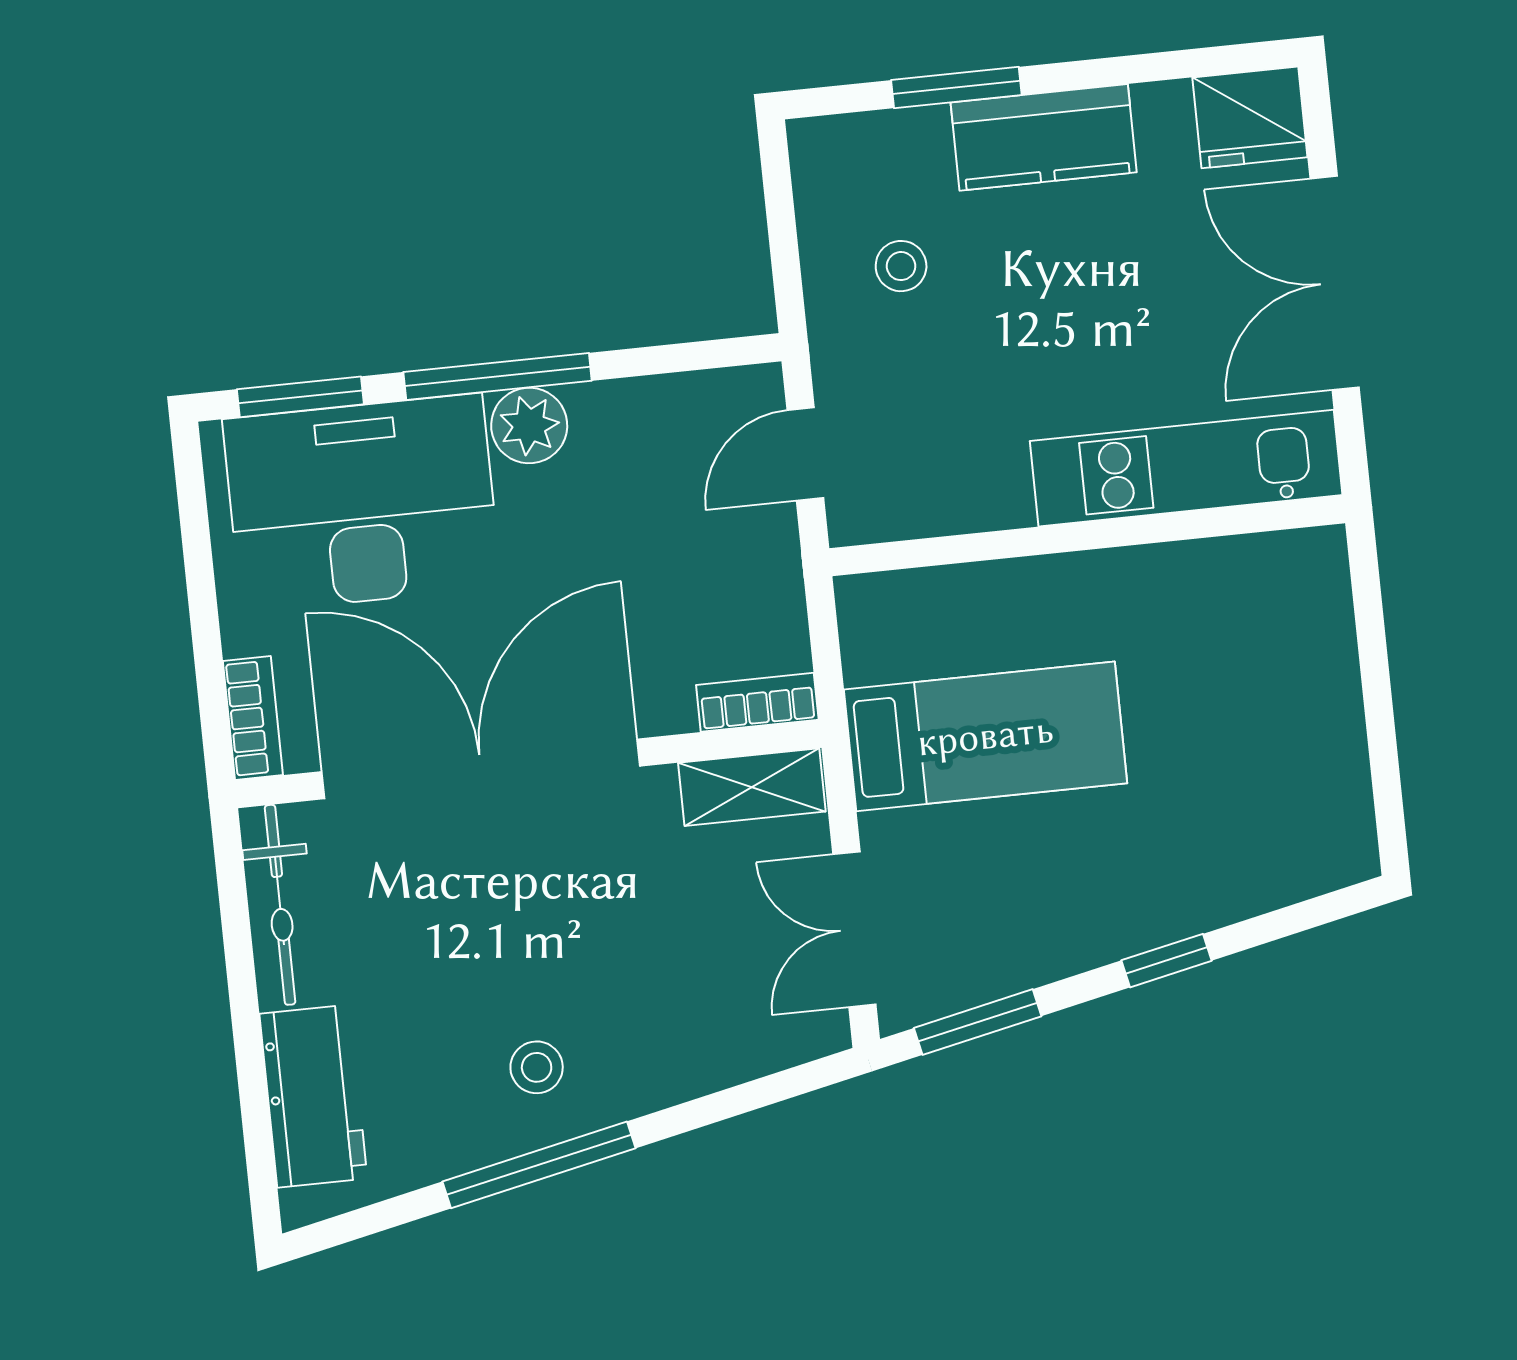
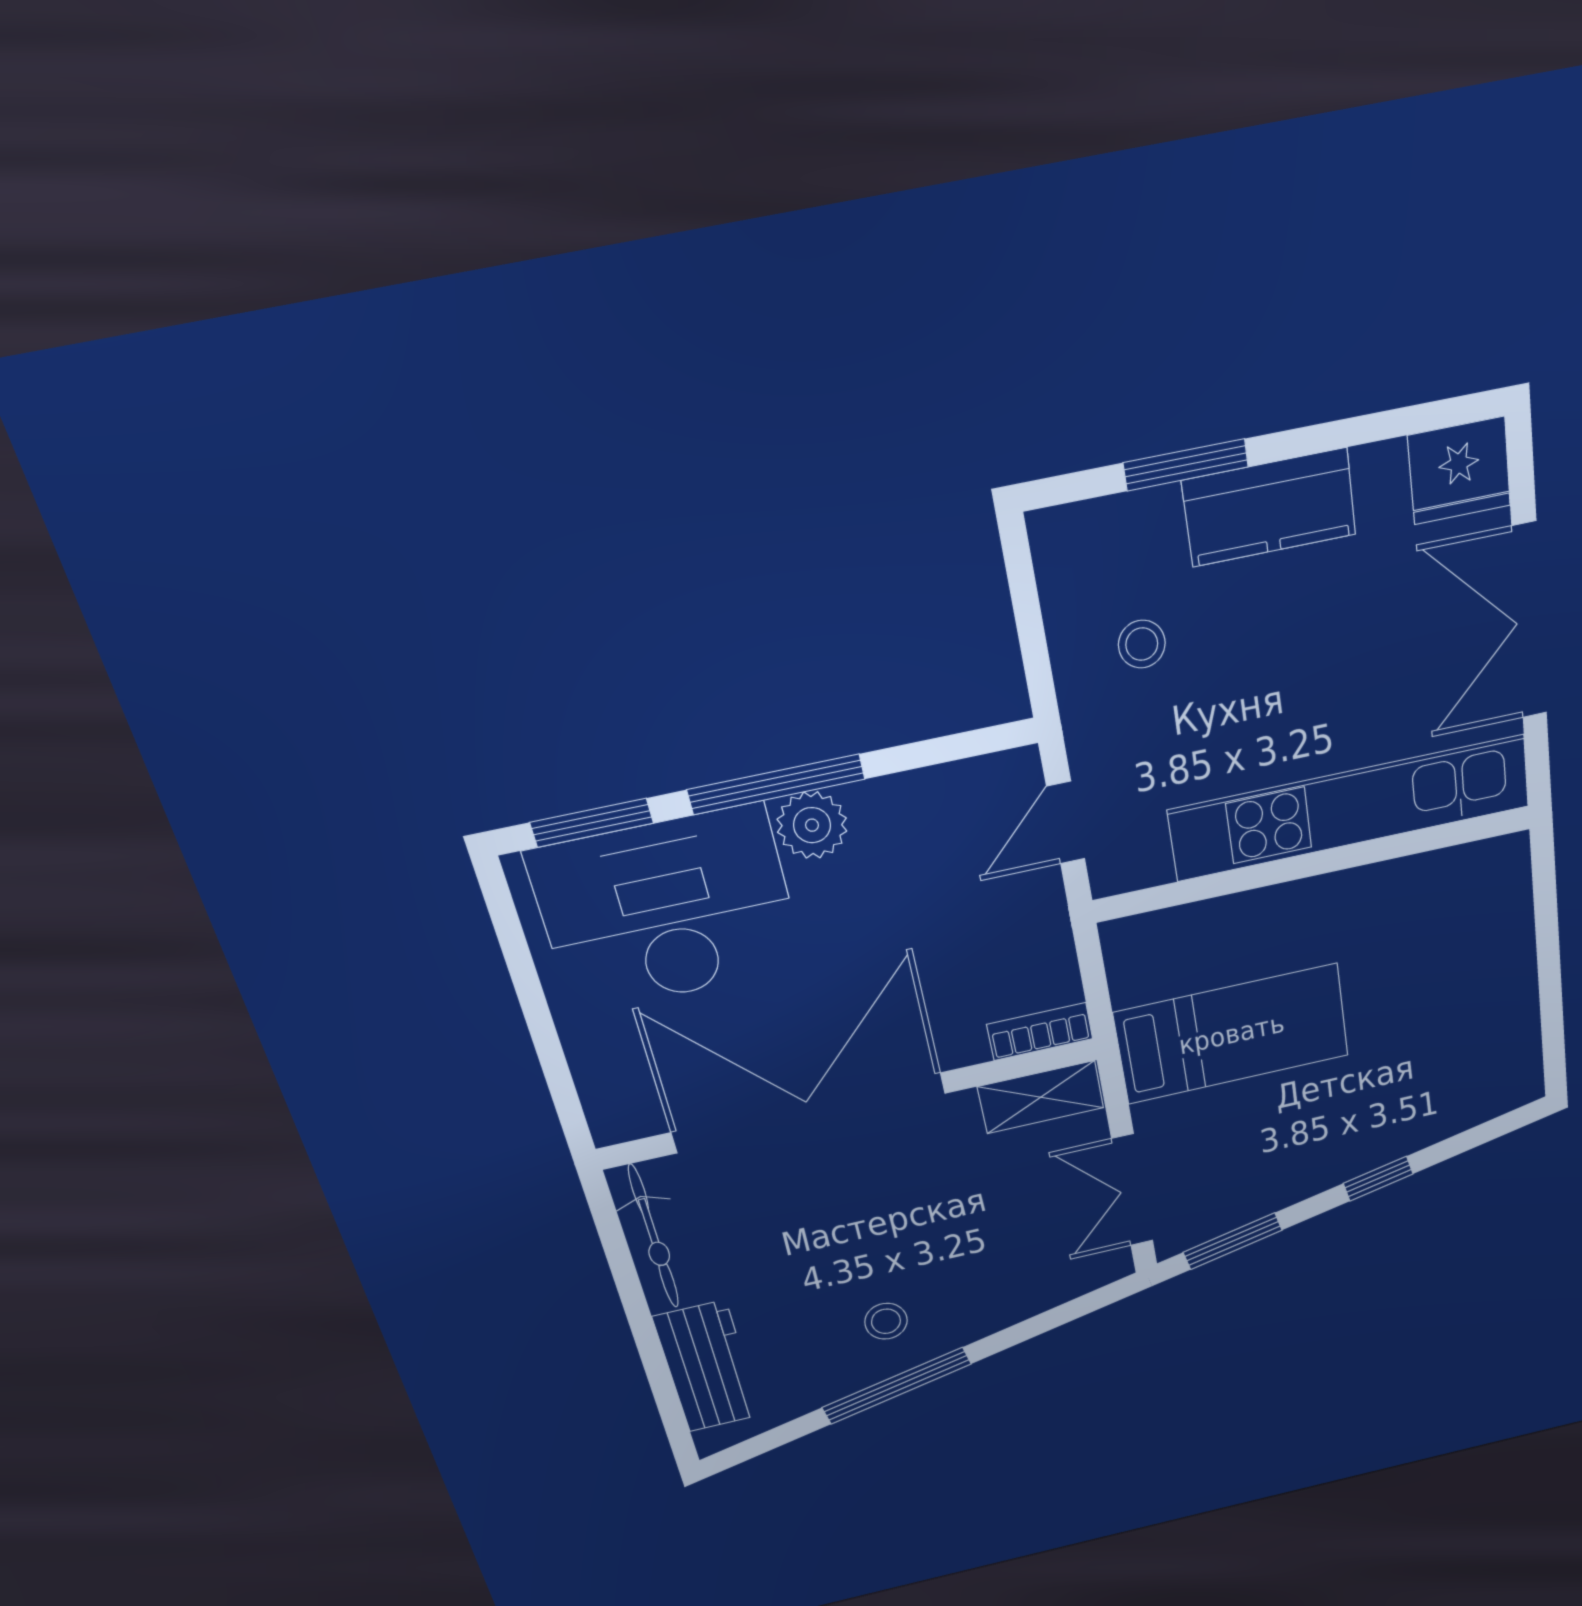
kitchen unit: (1186, 468) -> (1350, 808), width x1.36
bookcase: (253, 718) -> (601, 1099), removed

